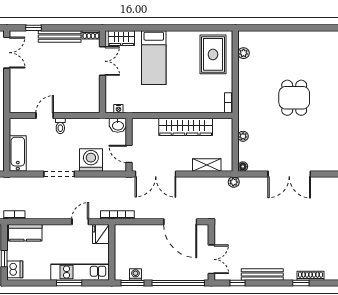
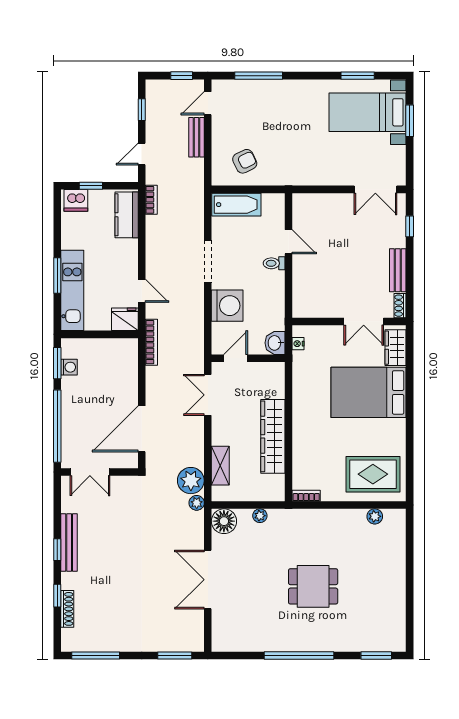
bench: (60, 36) -> (398, 270), width x0.73
bed: (154, 58) -> (369, 392), width x1.50
floor lamp: (243, 167) -> (224, 521), width x1.89, depth x1.89
double door: (156, 174) -> (208, 395), width x0.73
plant: (218, 186) -> (191, 481), added
window: (237, 283) -> (57, 550), moved

